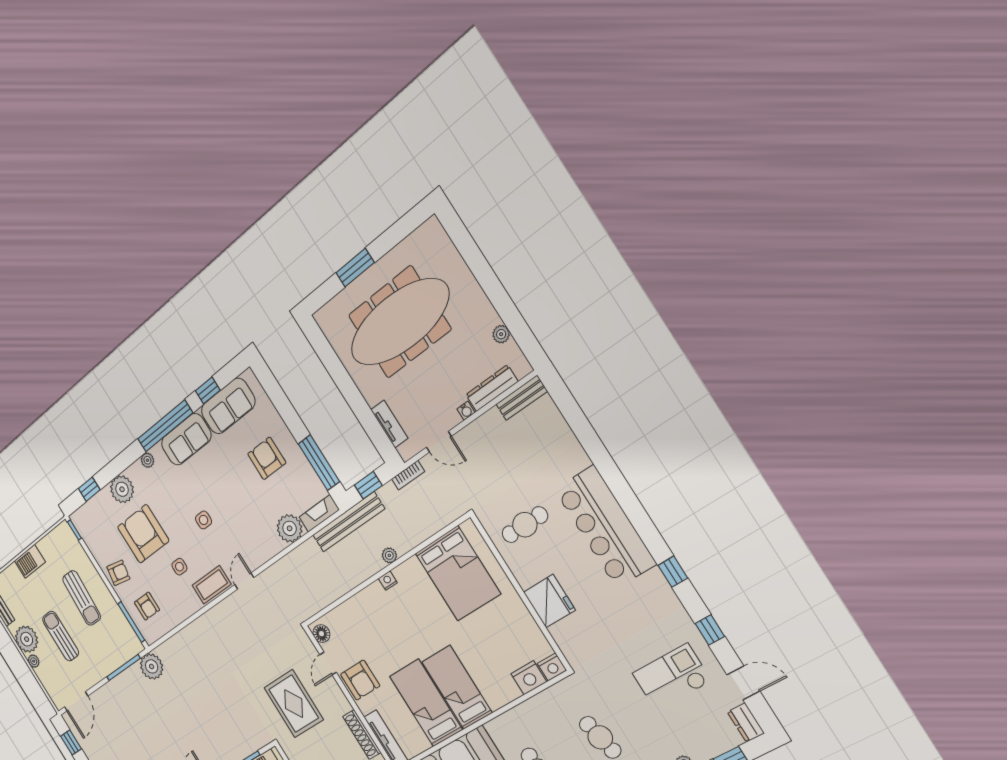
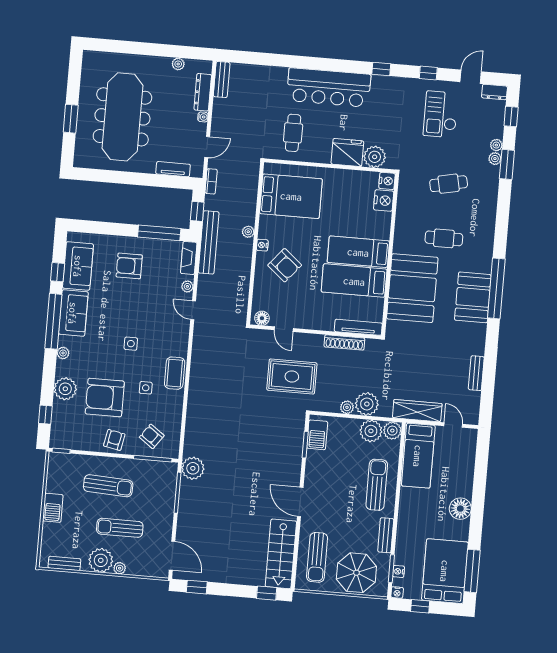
plant: (290, 528) -> (187, 286), width x0.53, depth x0.53
door: (244, 581) -> (193, 310), moved
armchair: (147, 606) -> (152, 436), turned -144
plant: (568, 635) -> (375, 157), added
armchair: (360, 680) -> (285, 265), moved, turned 40

